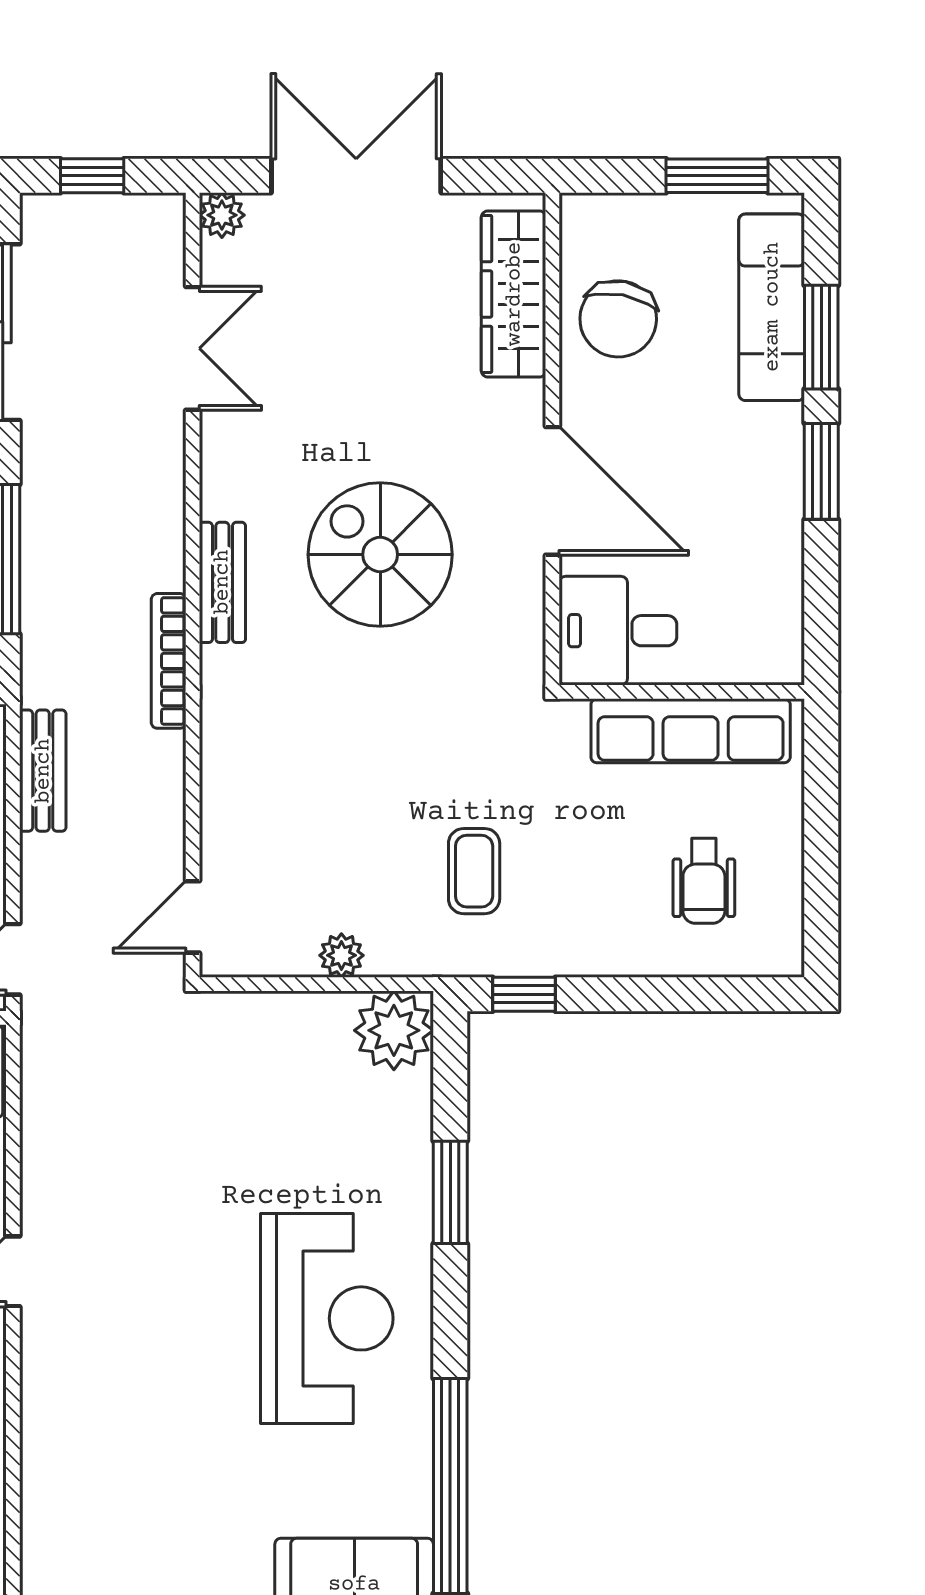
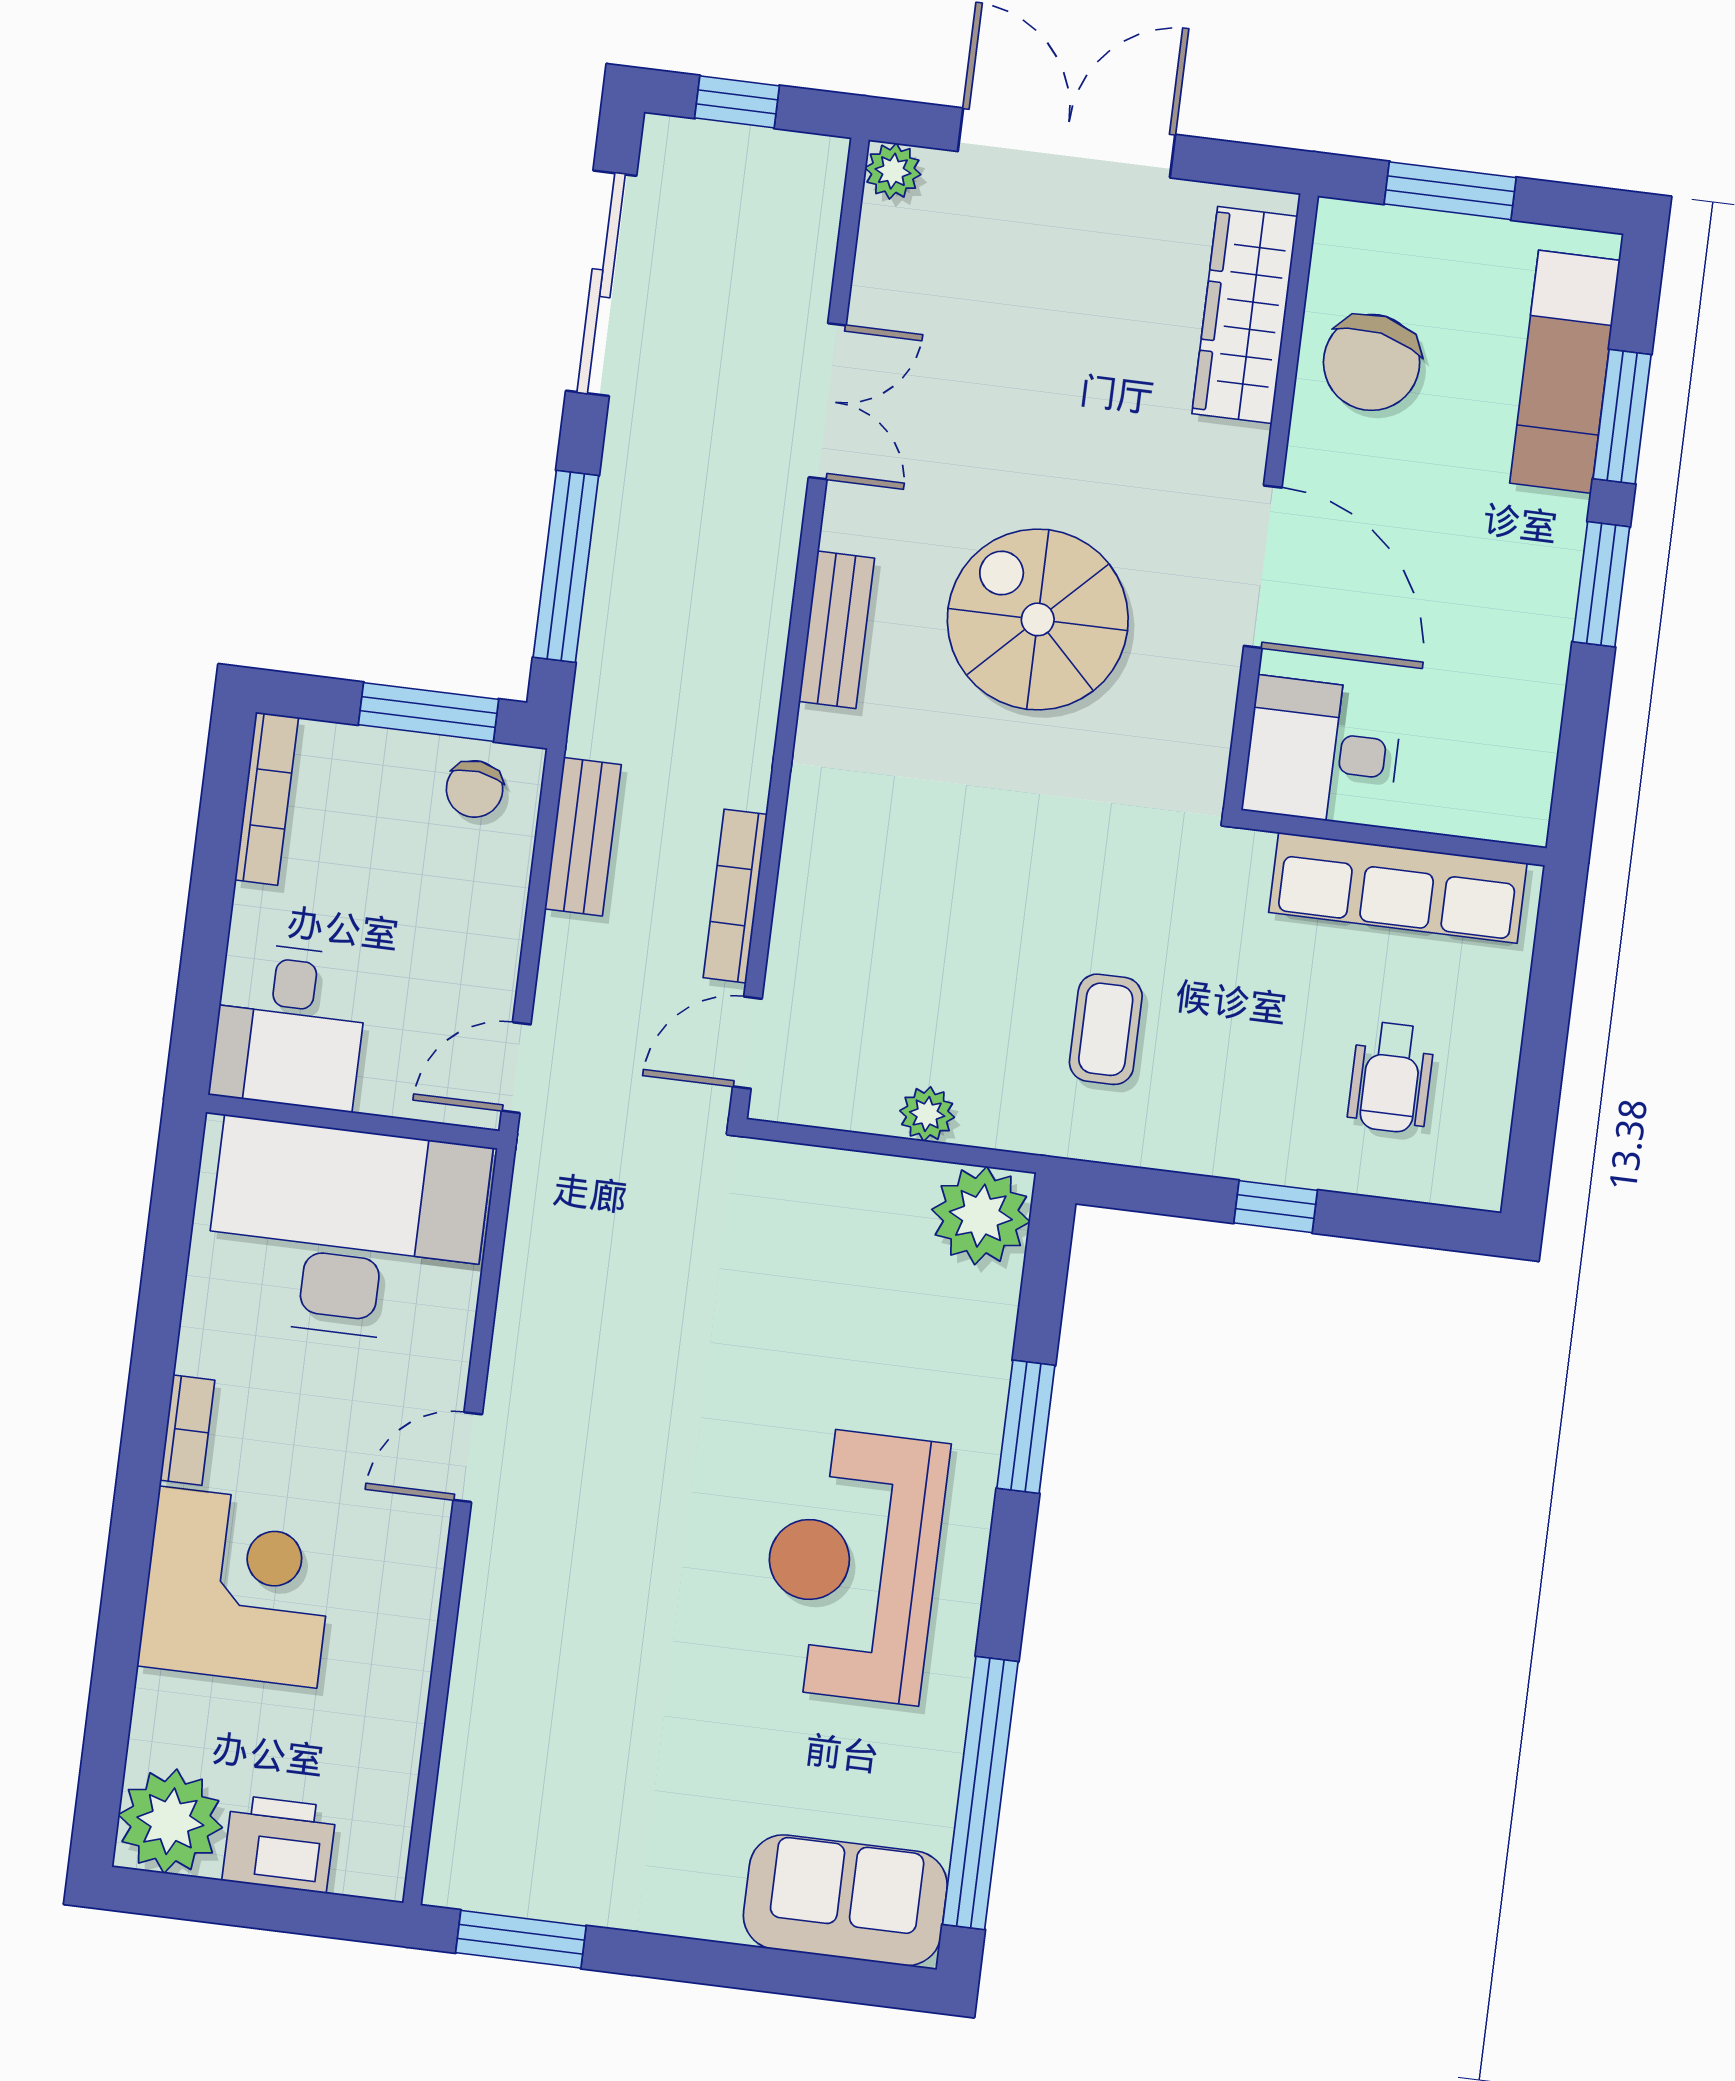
window: (717, 176) -> (1450, 191), moved
double door: (193, 348) -> (827, 401), moved
bookcase: (169, 661) -> (735, 896), moved
window: (524, 994) -> (1276, 1207), moved
reception desk: (327, 1318) -> (852, 1565), turned 180

